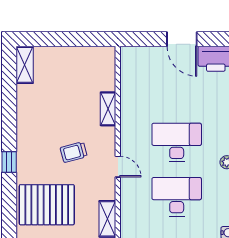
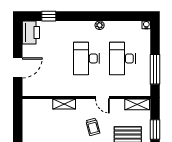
door: (182, 39) -> (18, 68), moved
door: (118, 167) -> (102, 98), swing flipped

